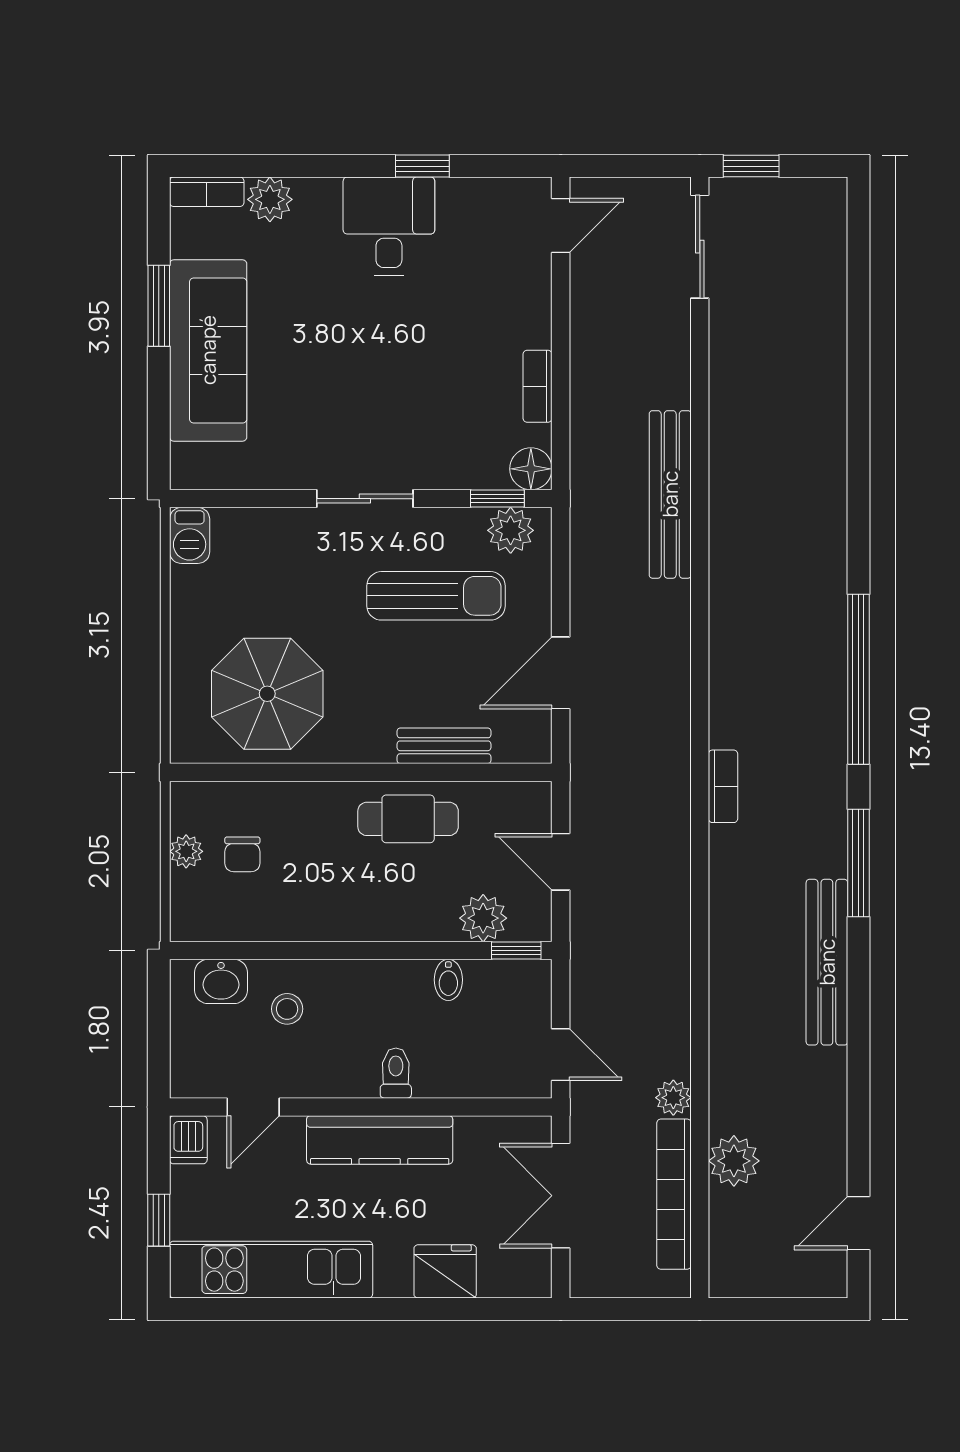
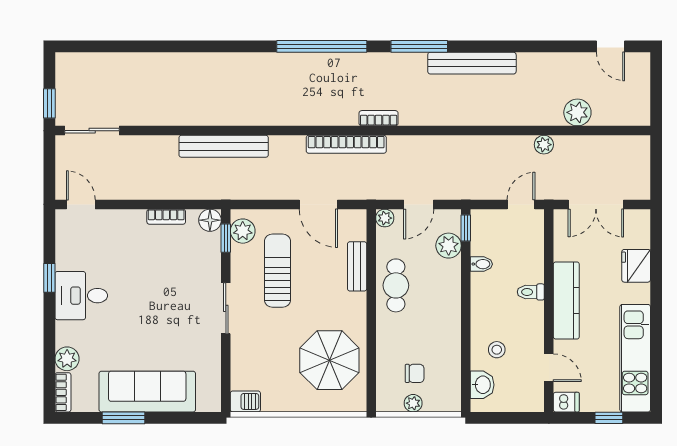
plant: (535, 798) -> (385, 218), added
bookcase: (674, 1194) -> (346, 144), moved

